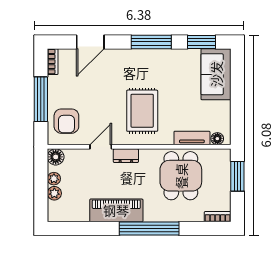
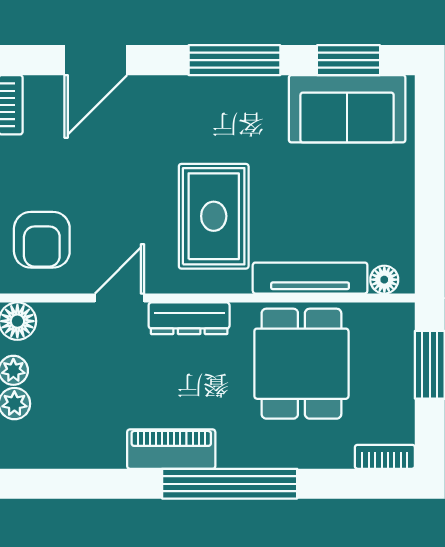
sofa: (216, 74) -> (347, 109), moved, turned -90
tv unit: (192, 138) -> (310, 278), width x1.41
dresser: (126, 156) -> (189, 318), width x1.44
piano: (116, 210) -> (171, 449), width x0.73, depth x0.75

